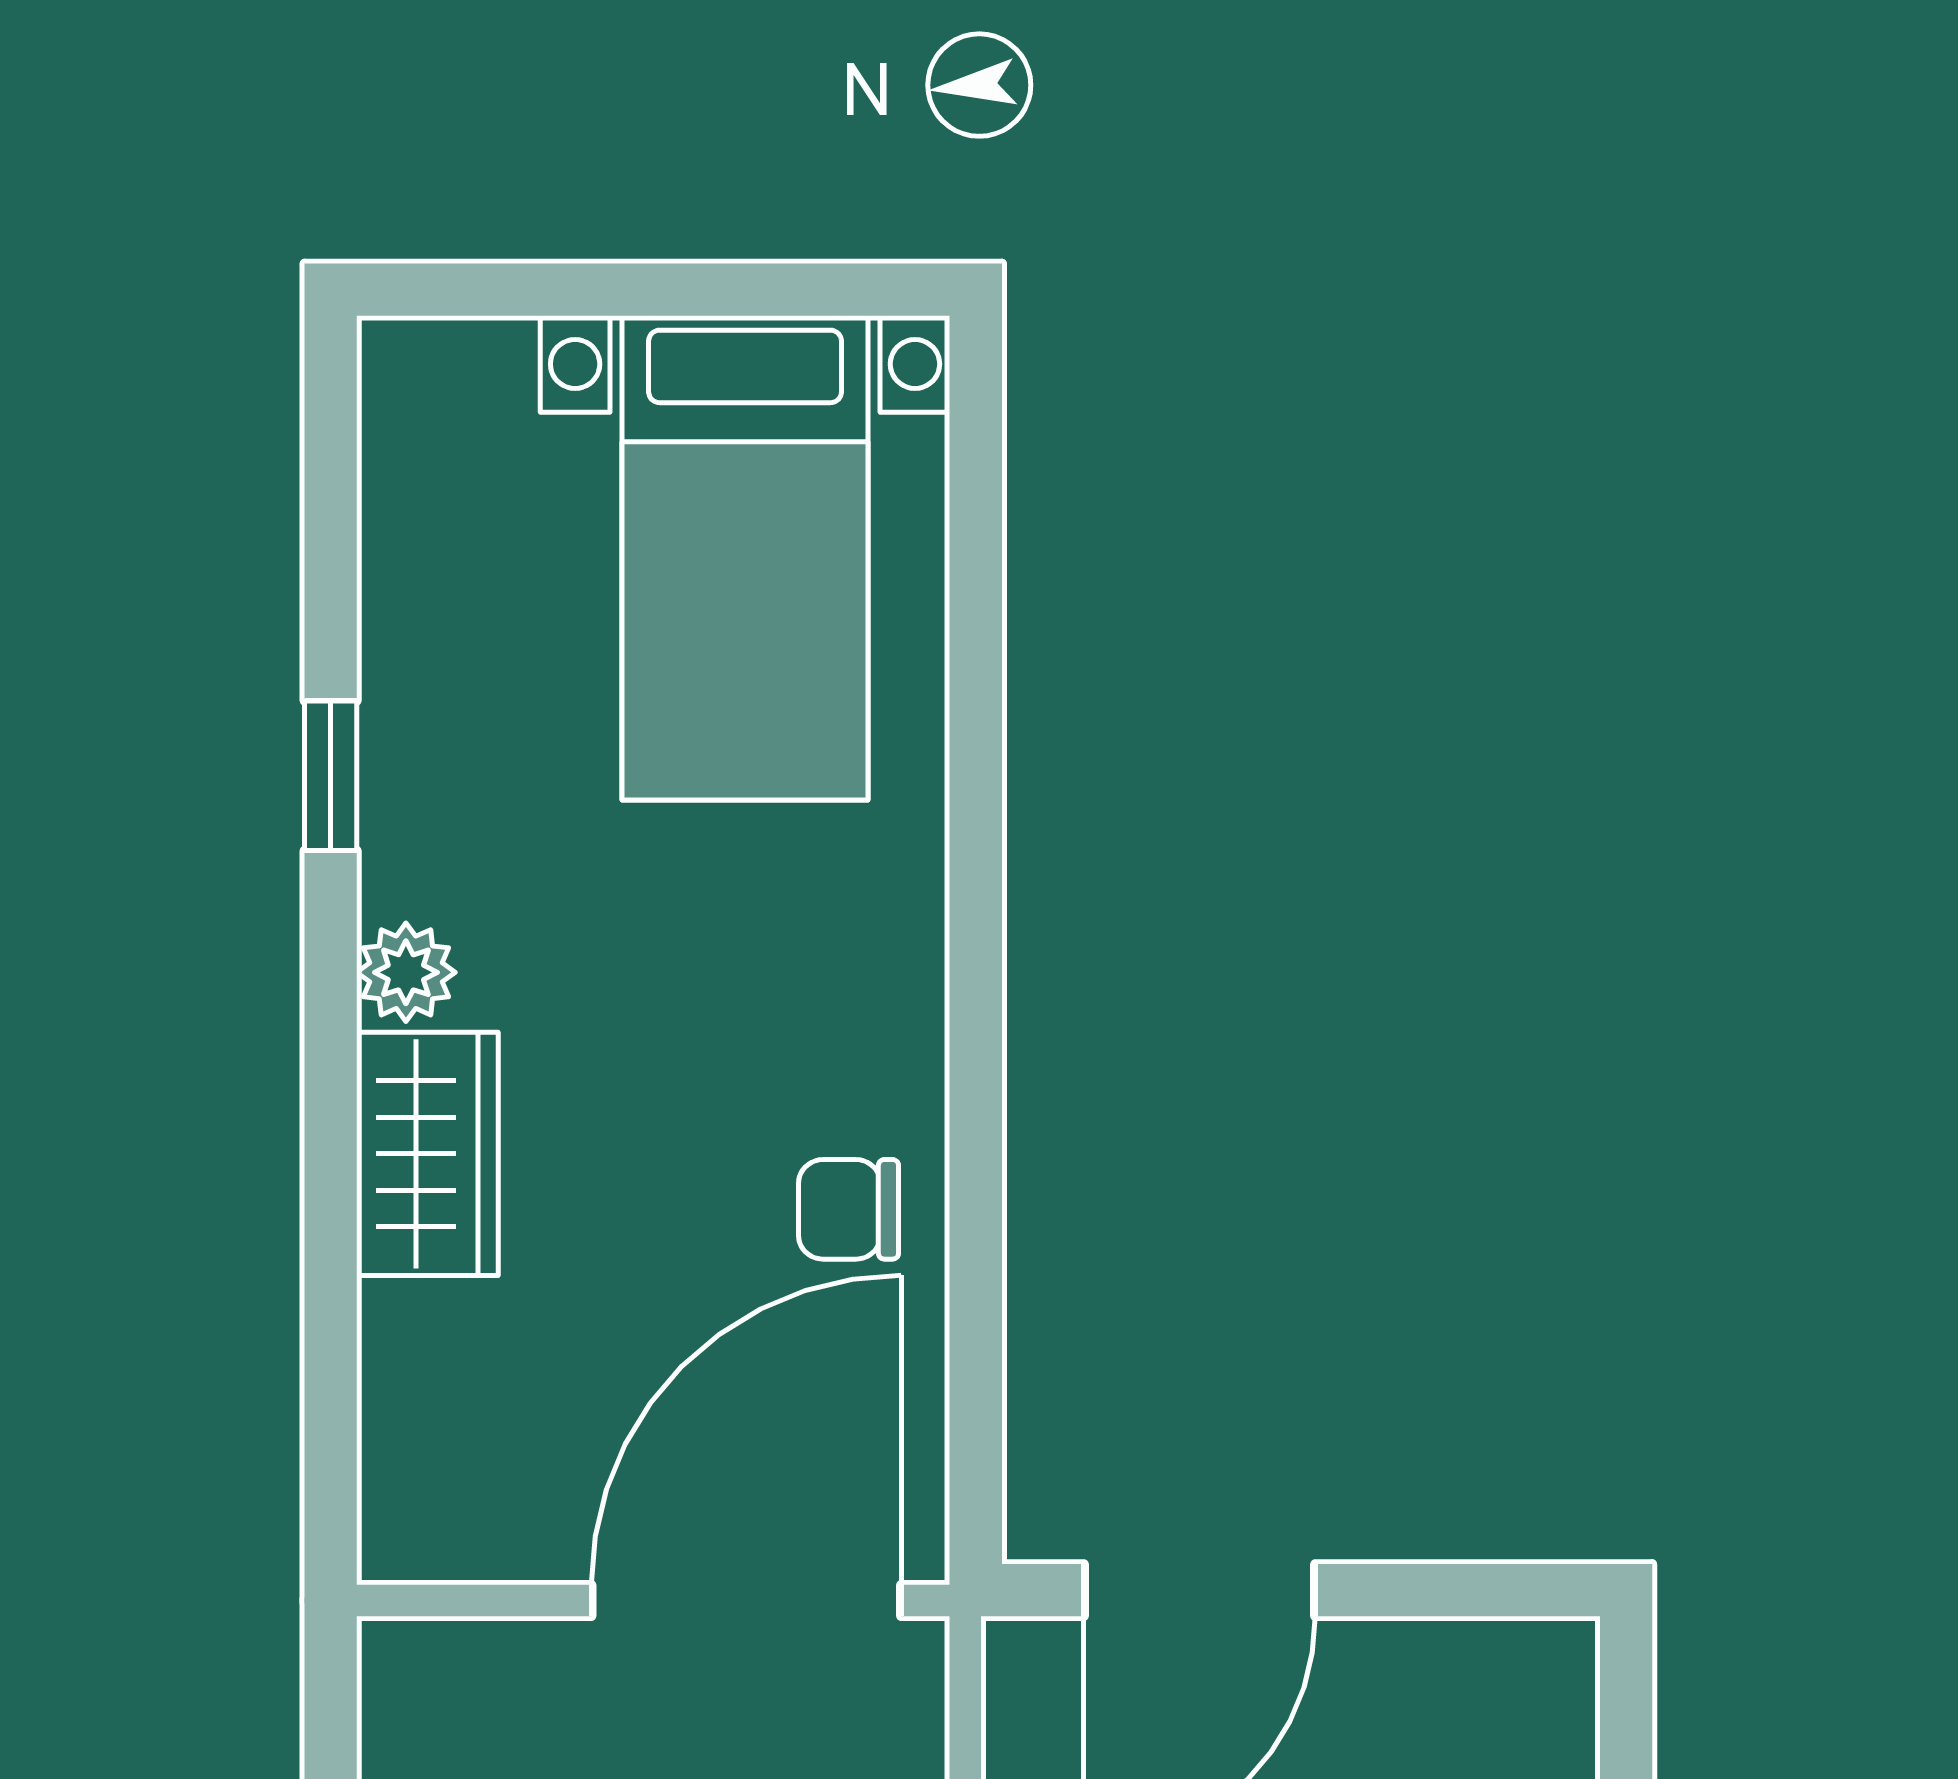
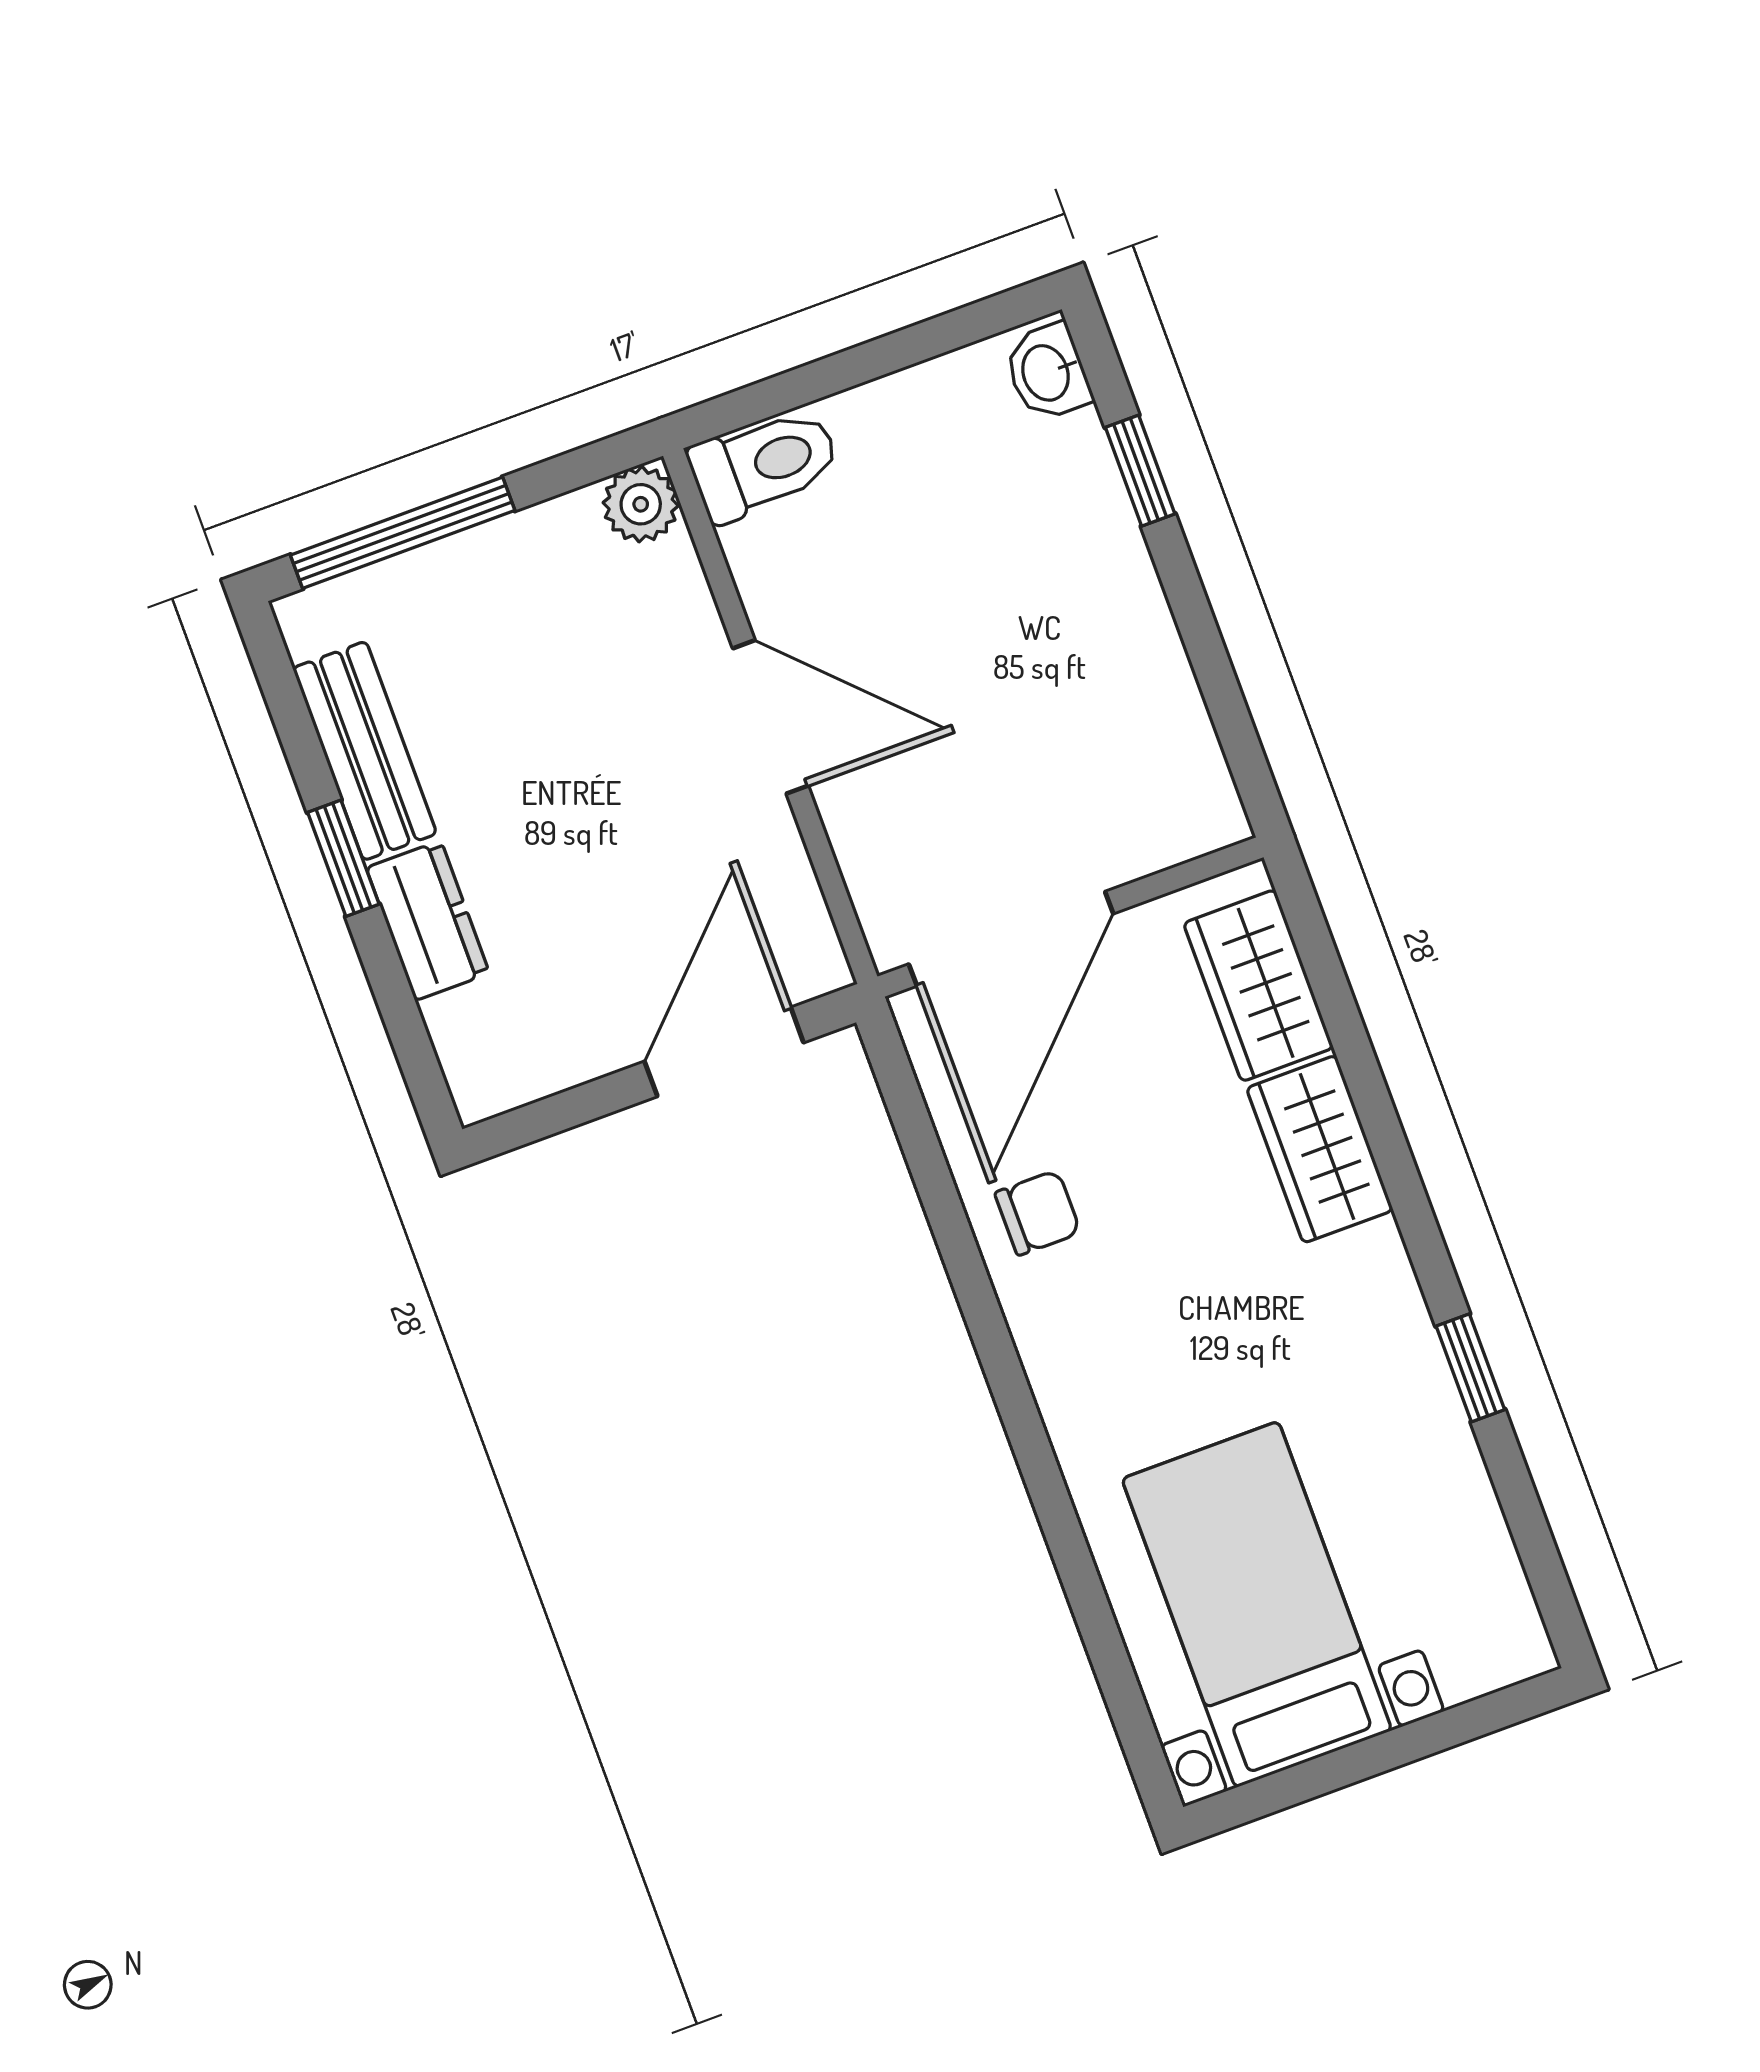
plant: (406, 972) -> (1376, 1260), removed
wardrobe: (429, 1411) -> (1258, 986), added

